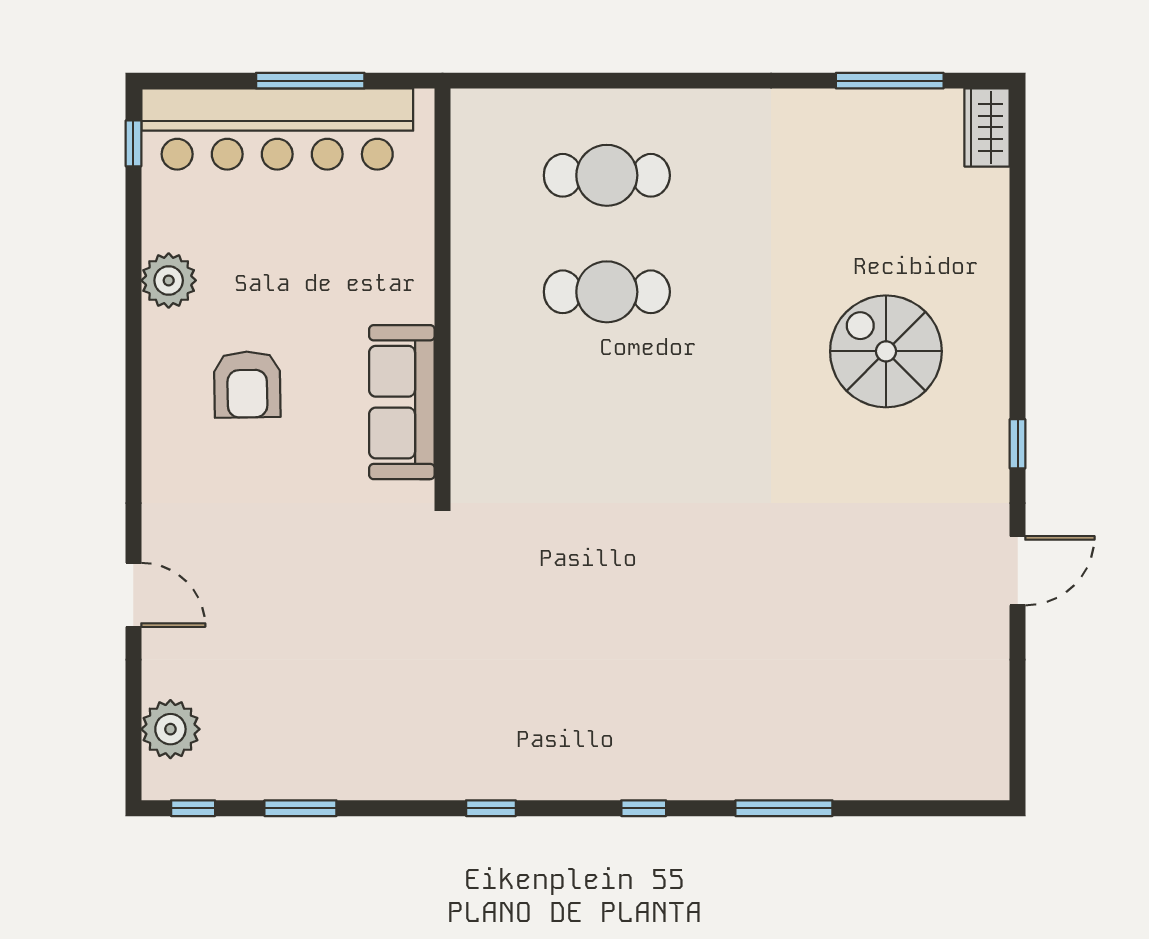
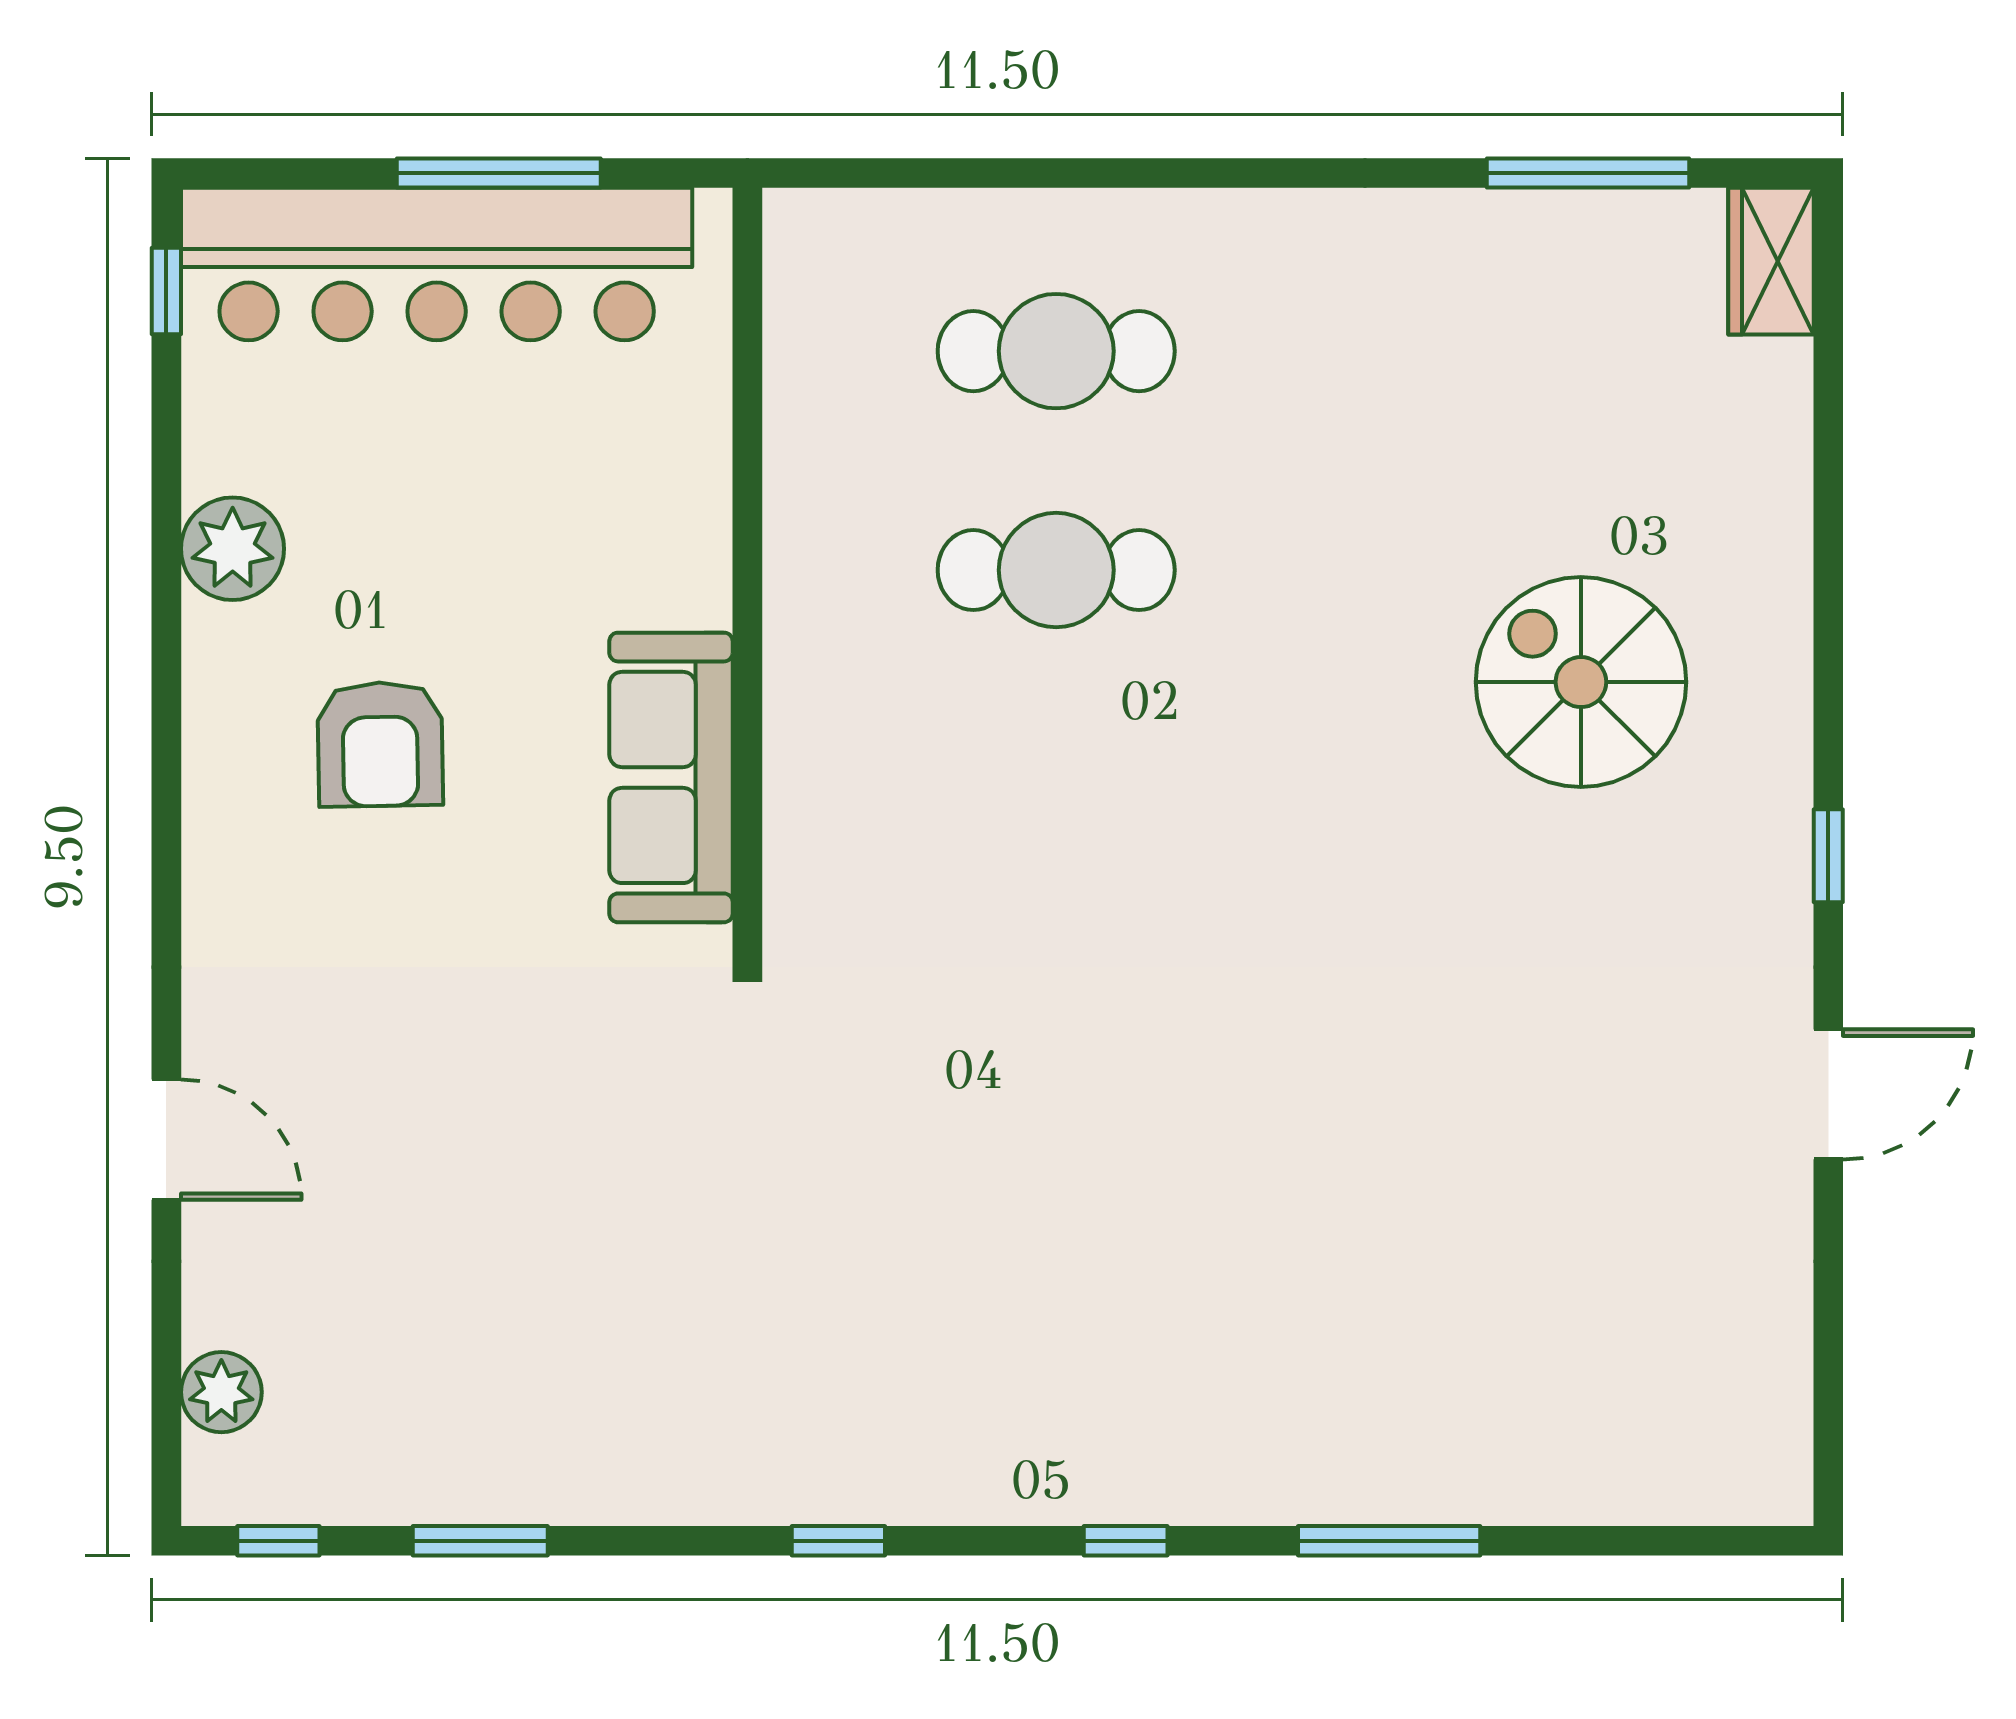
plant: (170, 729) -> (221, 1392), width x0.73, depth x0.73

